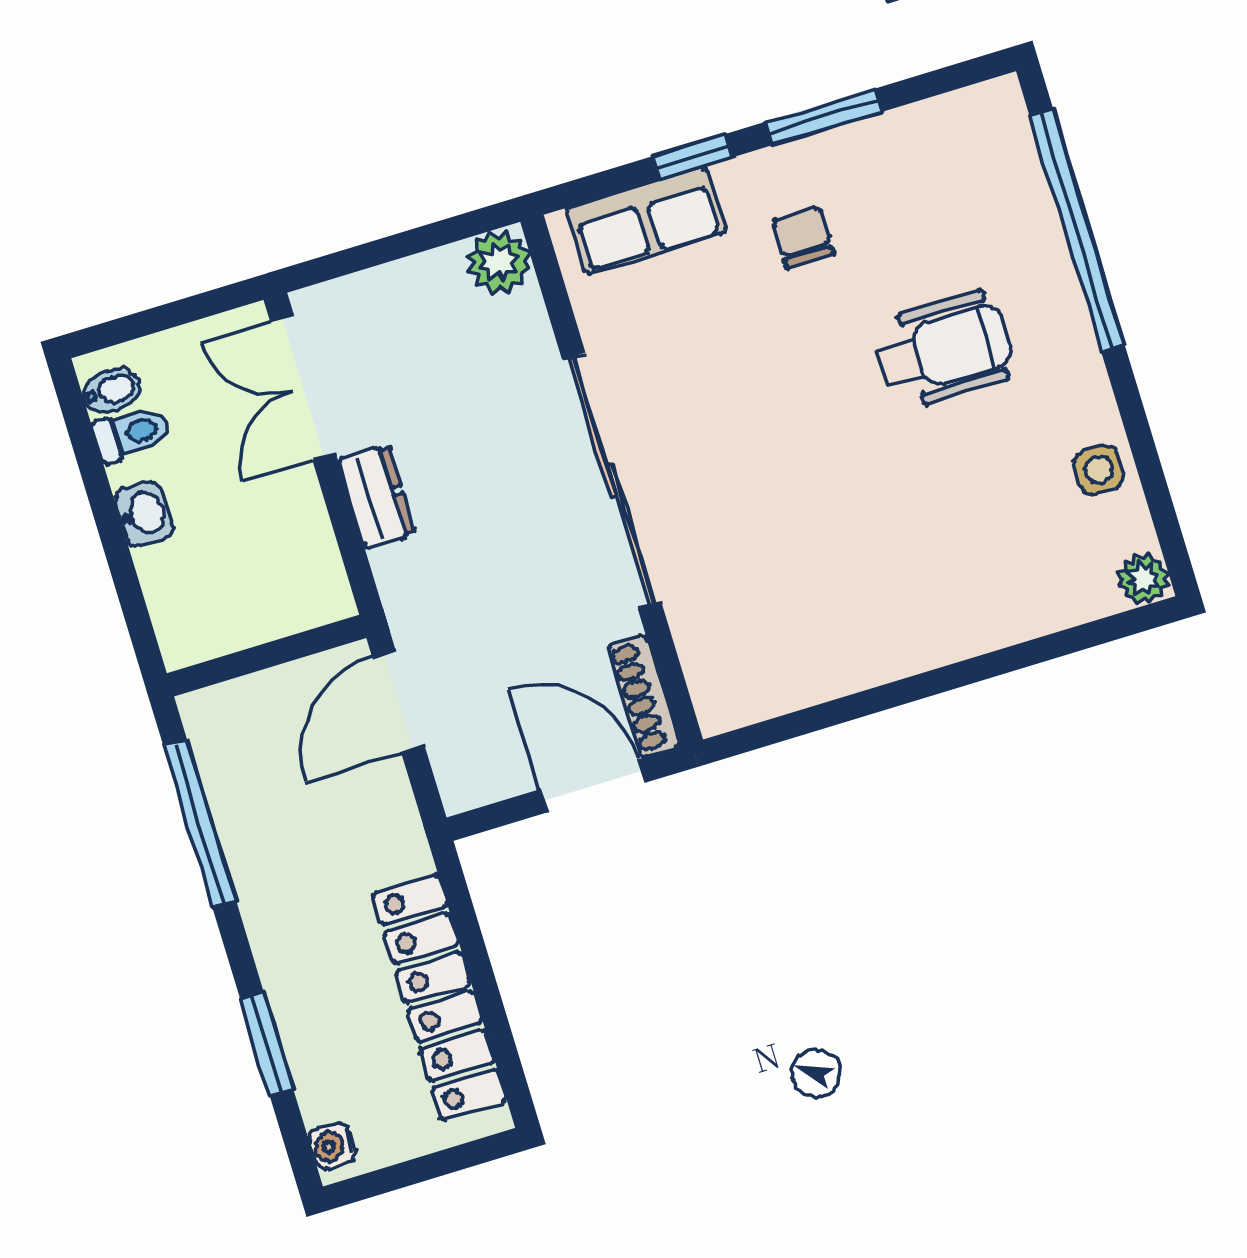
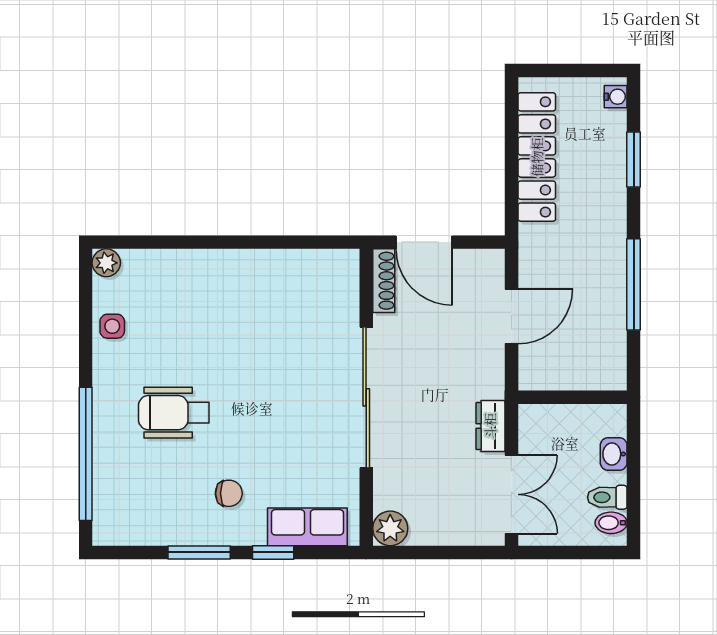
chair: (803, 237) -> (229, 493), turned -90
wall: (267, 656) -> (573, 397), moved

